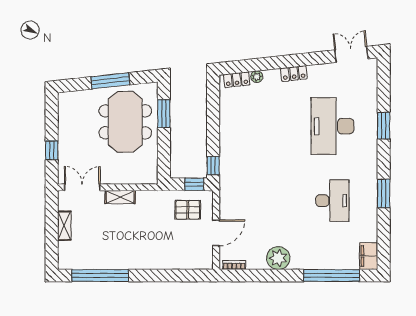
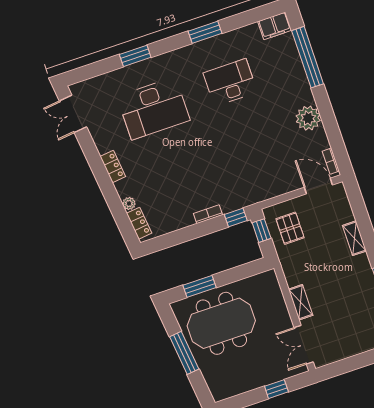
bookcase: (224, 142) -> (208, 214), added
shelving: (64, 226) -> (354, 238), moved, turned 90
door: (216, 233) -> (318, 186), moved

